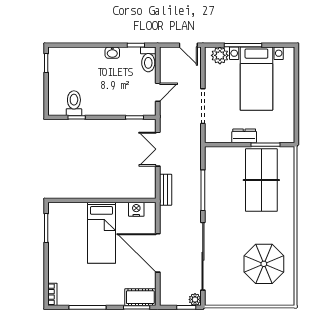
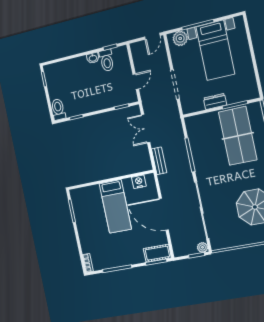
door: (188, 45) -> (152, 36), hinge flipped
toilet: (148, 59) -> (107, 60), moved
toilet: (74, 103) -> (58, 109), moved

